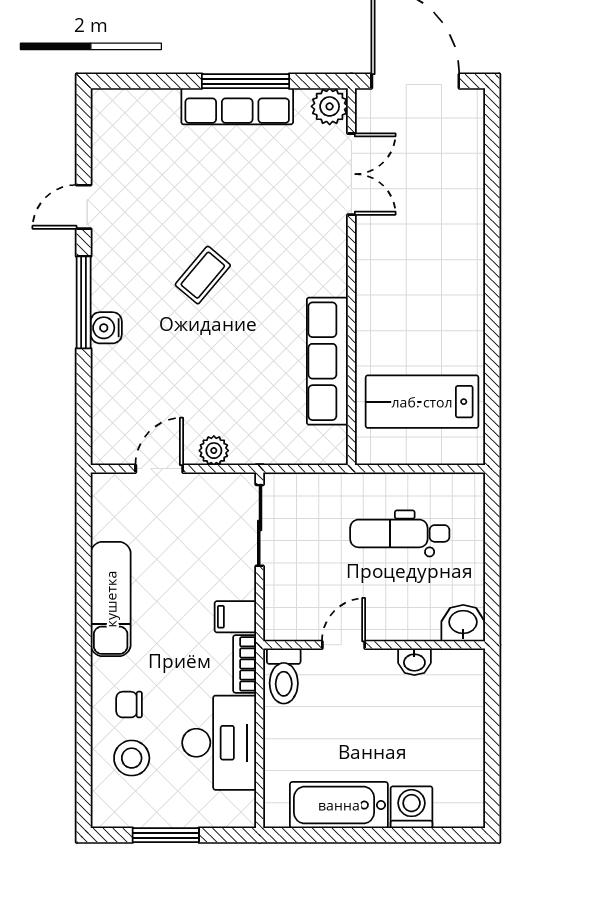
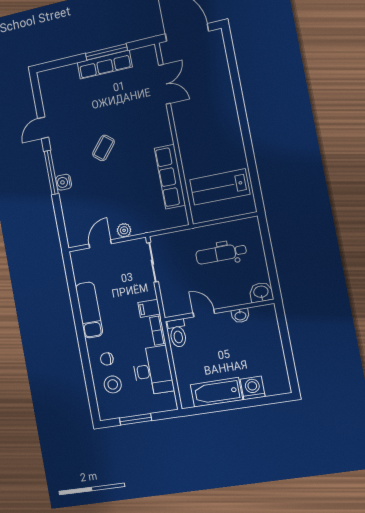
plant: (330, 106) -> (148, 54), removed
door: (344, 645) -> (204, 313), hinge flipped

